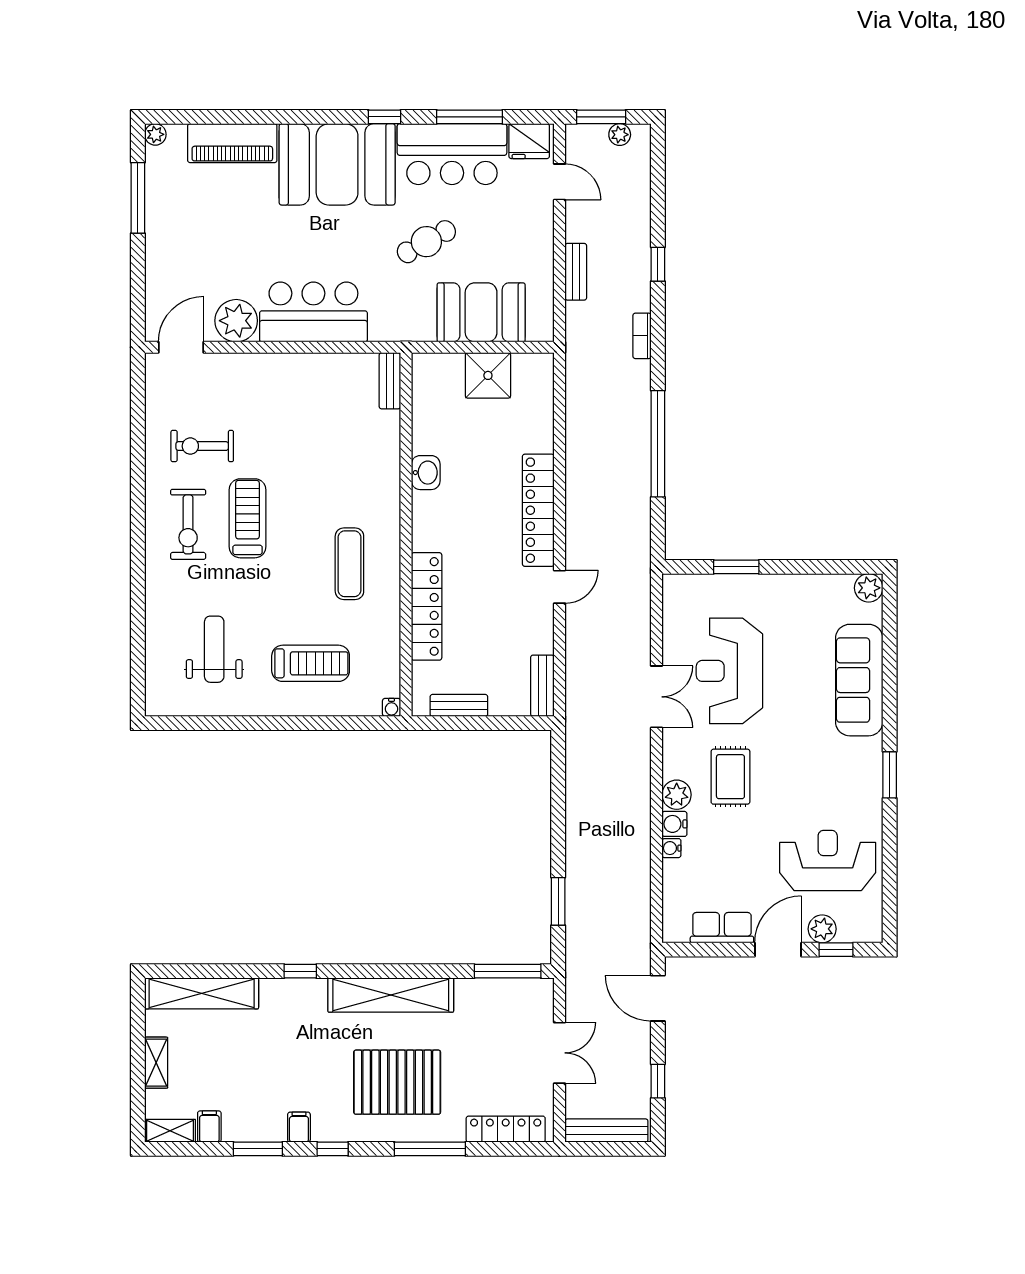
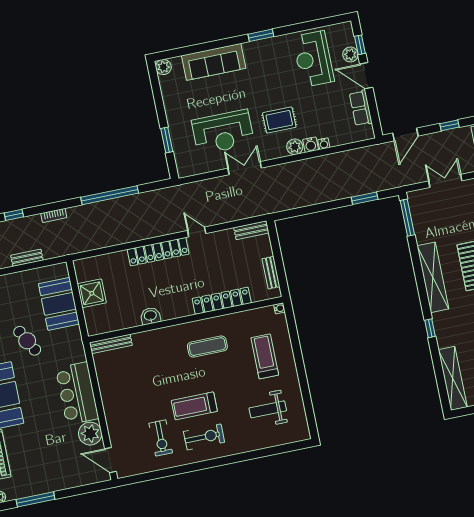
bench: (390, 381) -> (111, 344), width x1.36

